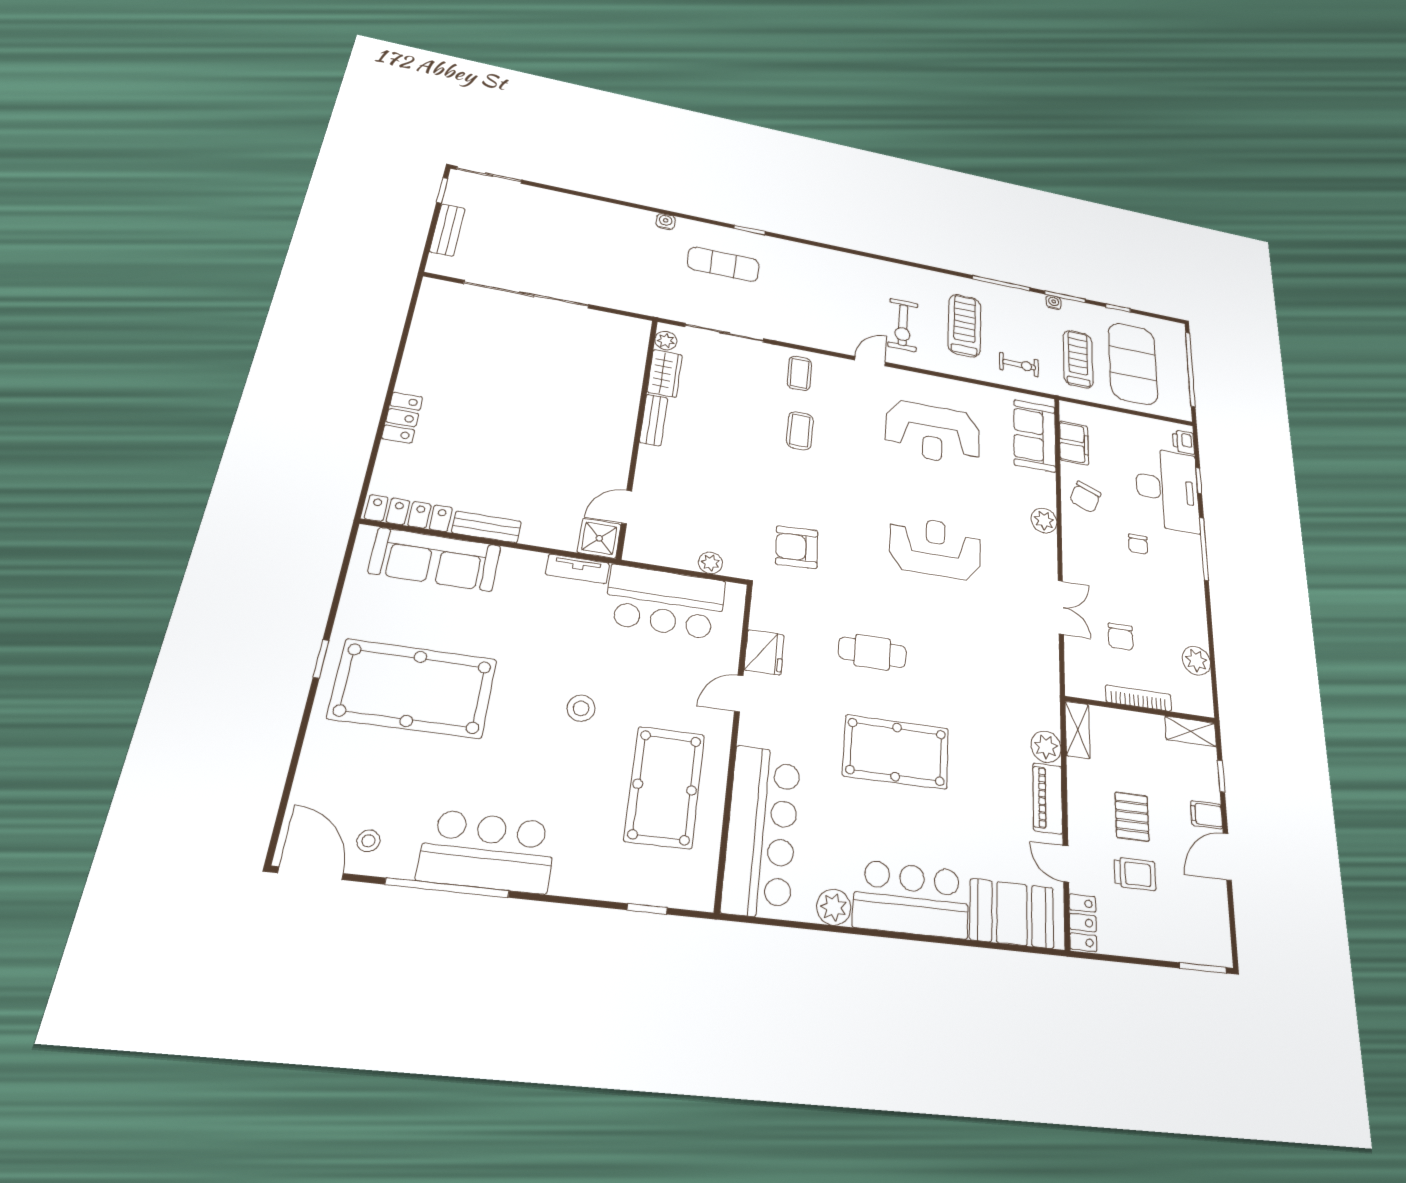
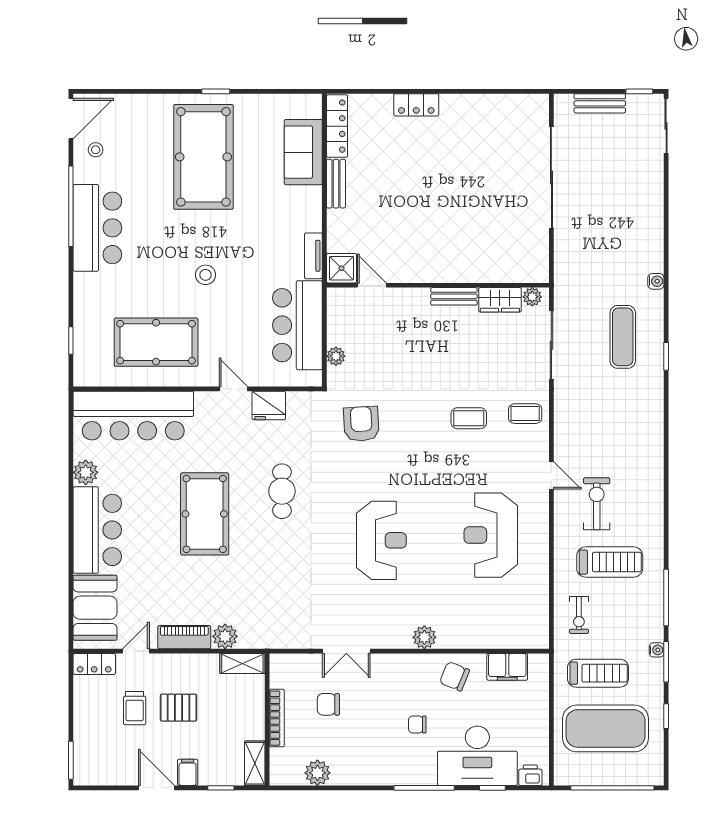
exercise bike: (903, 325) -> (597, 504), turned 90
sofa: (1035, 436) -> (507, 630), removed
sofa: (435, 559) -> (303, 152), width x0.73

